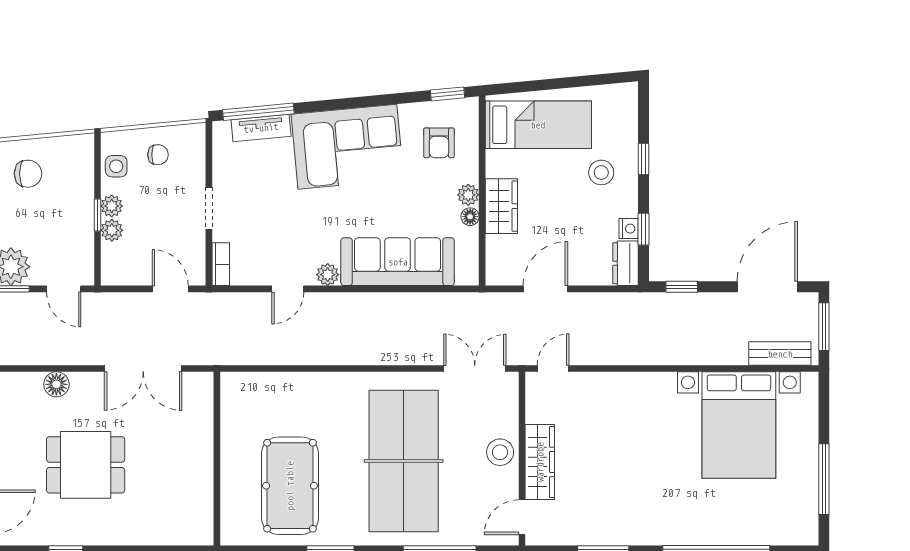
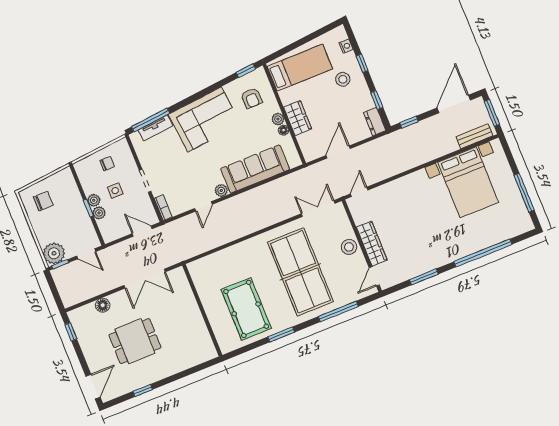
side table: (116, 166) -> (115, 191), moved
nightstand: (629, 229) -> (346, 46), moved

